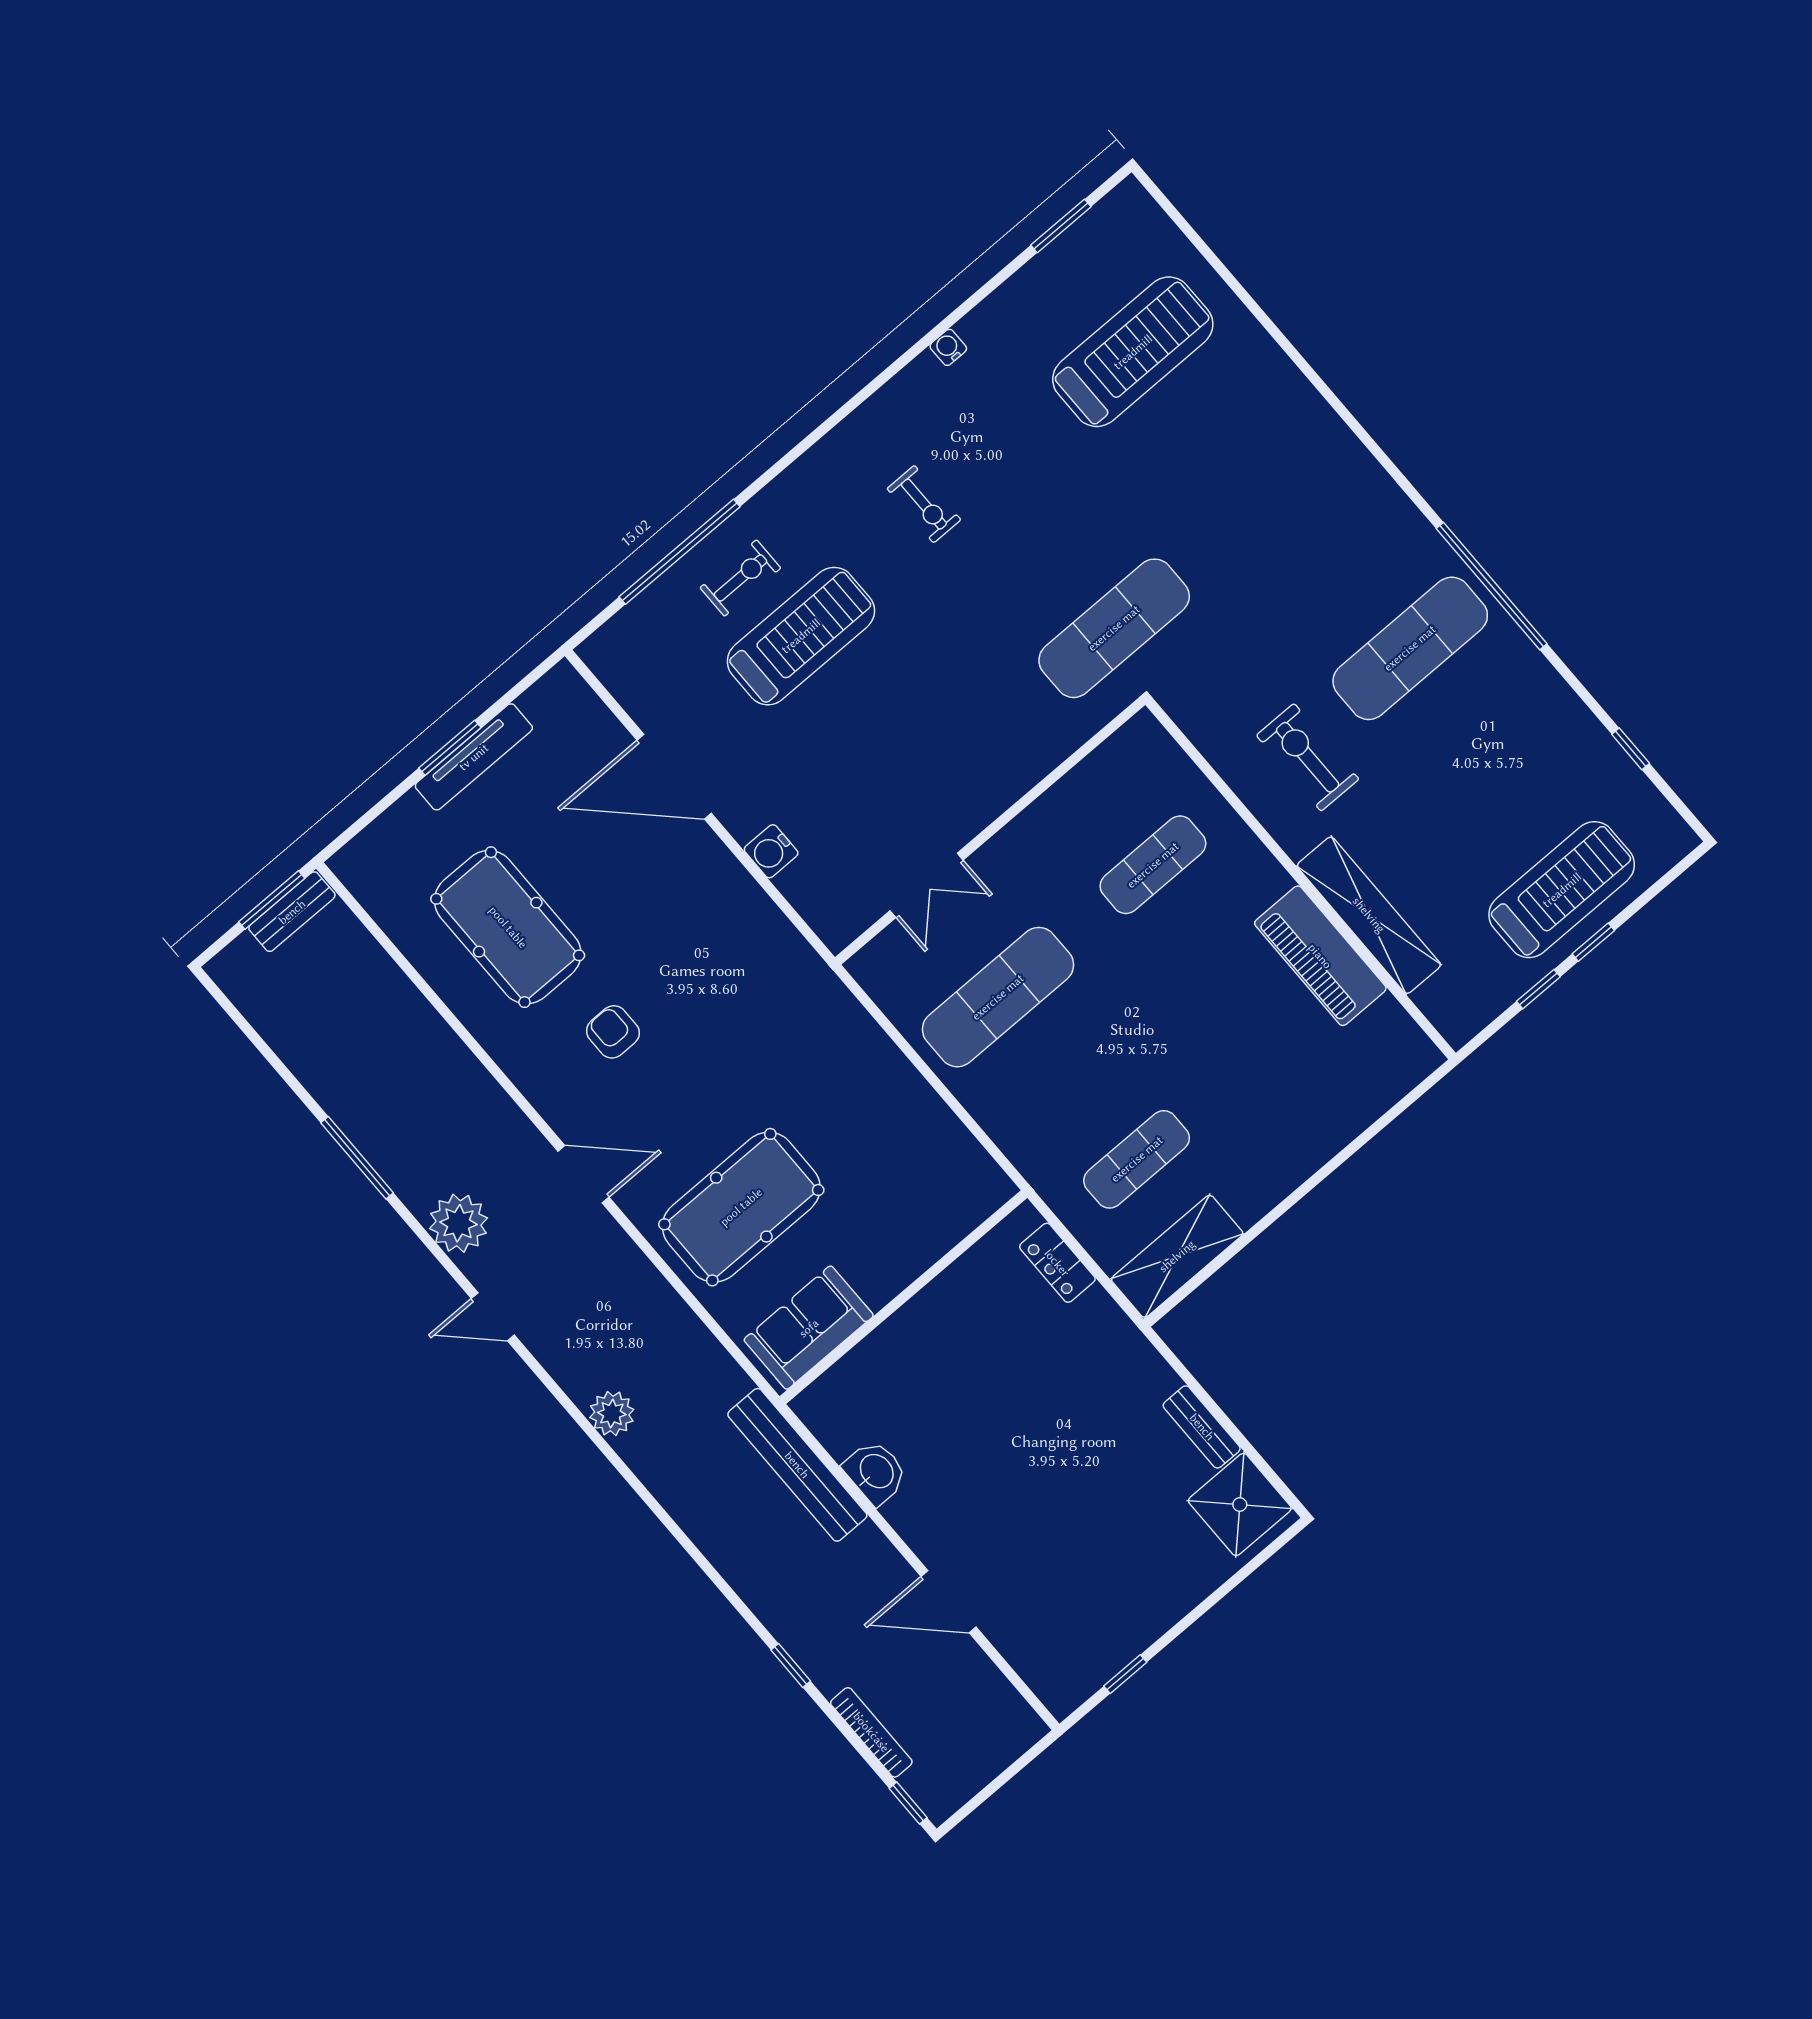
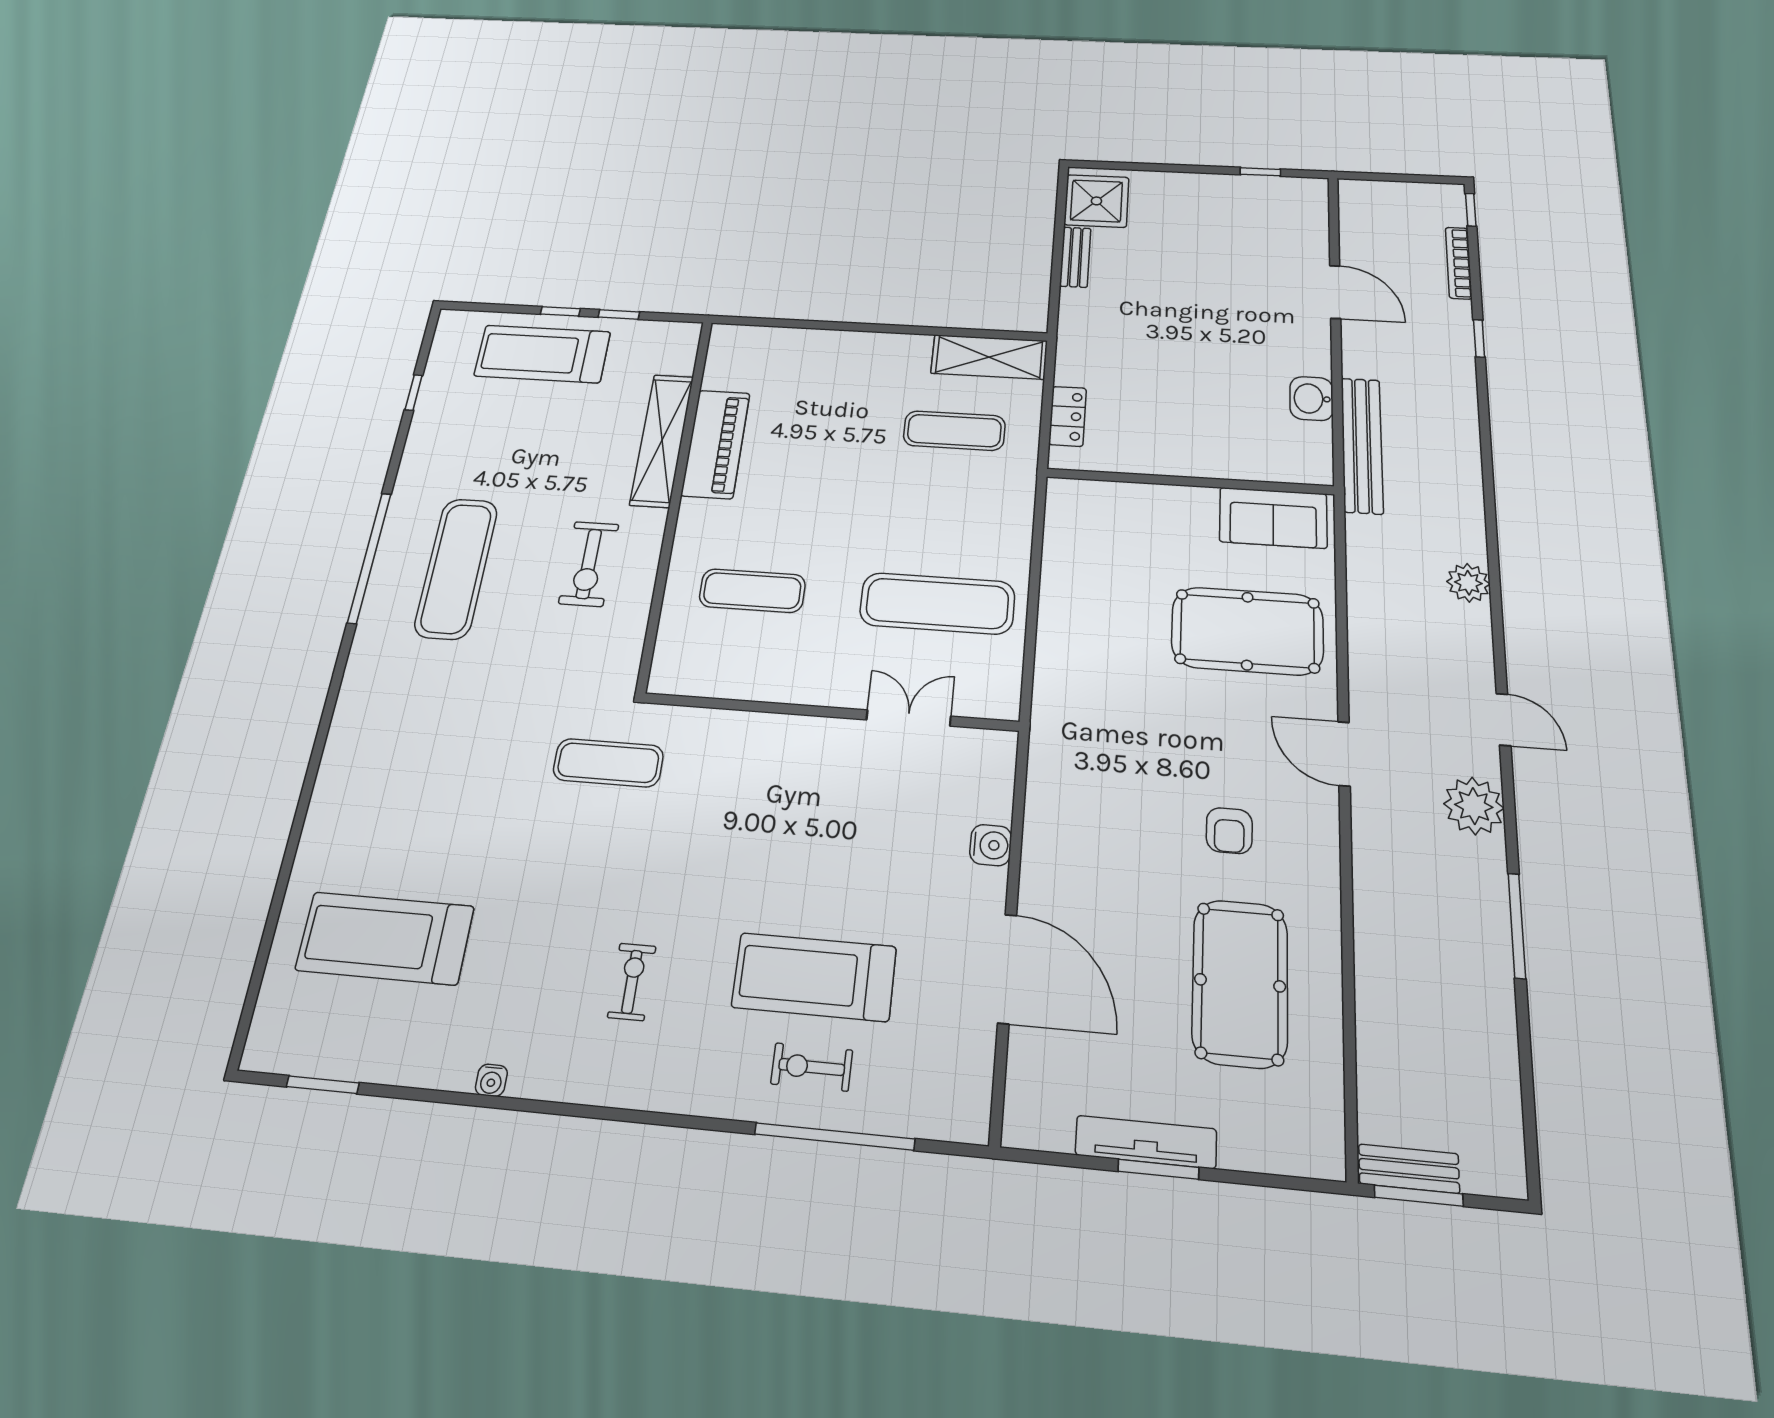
exercise mat: (1114, 628) -> (608, 763), width x0.73, depth x0.69
exercise mat: (1410, 648) -> (456, 568), turned 90

